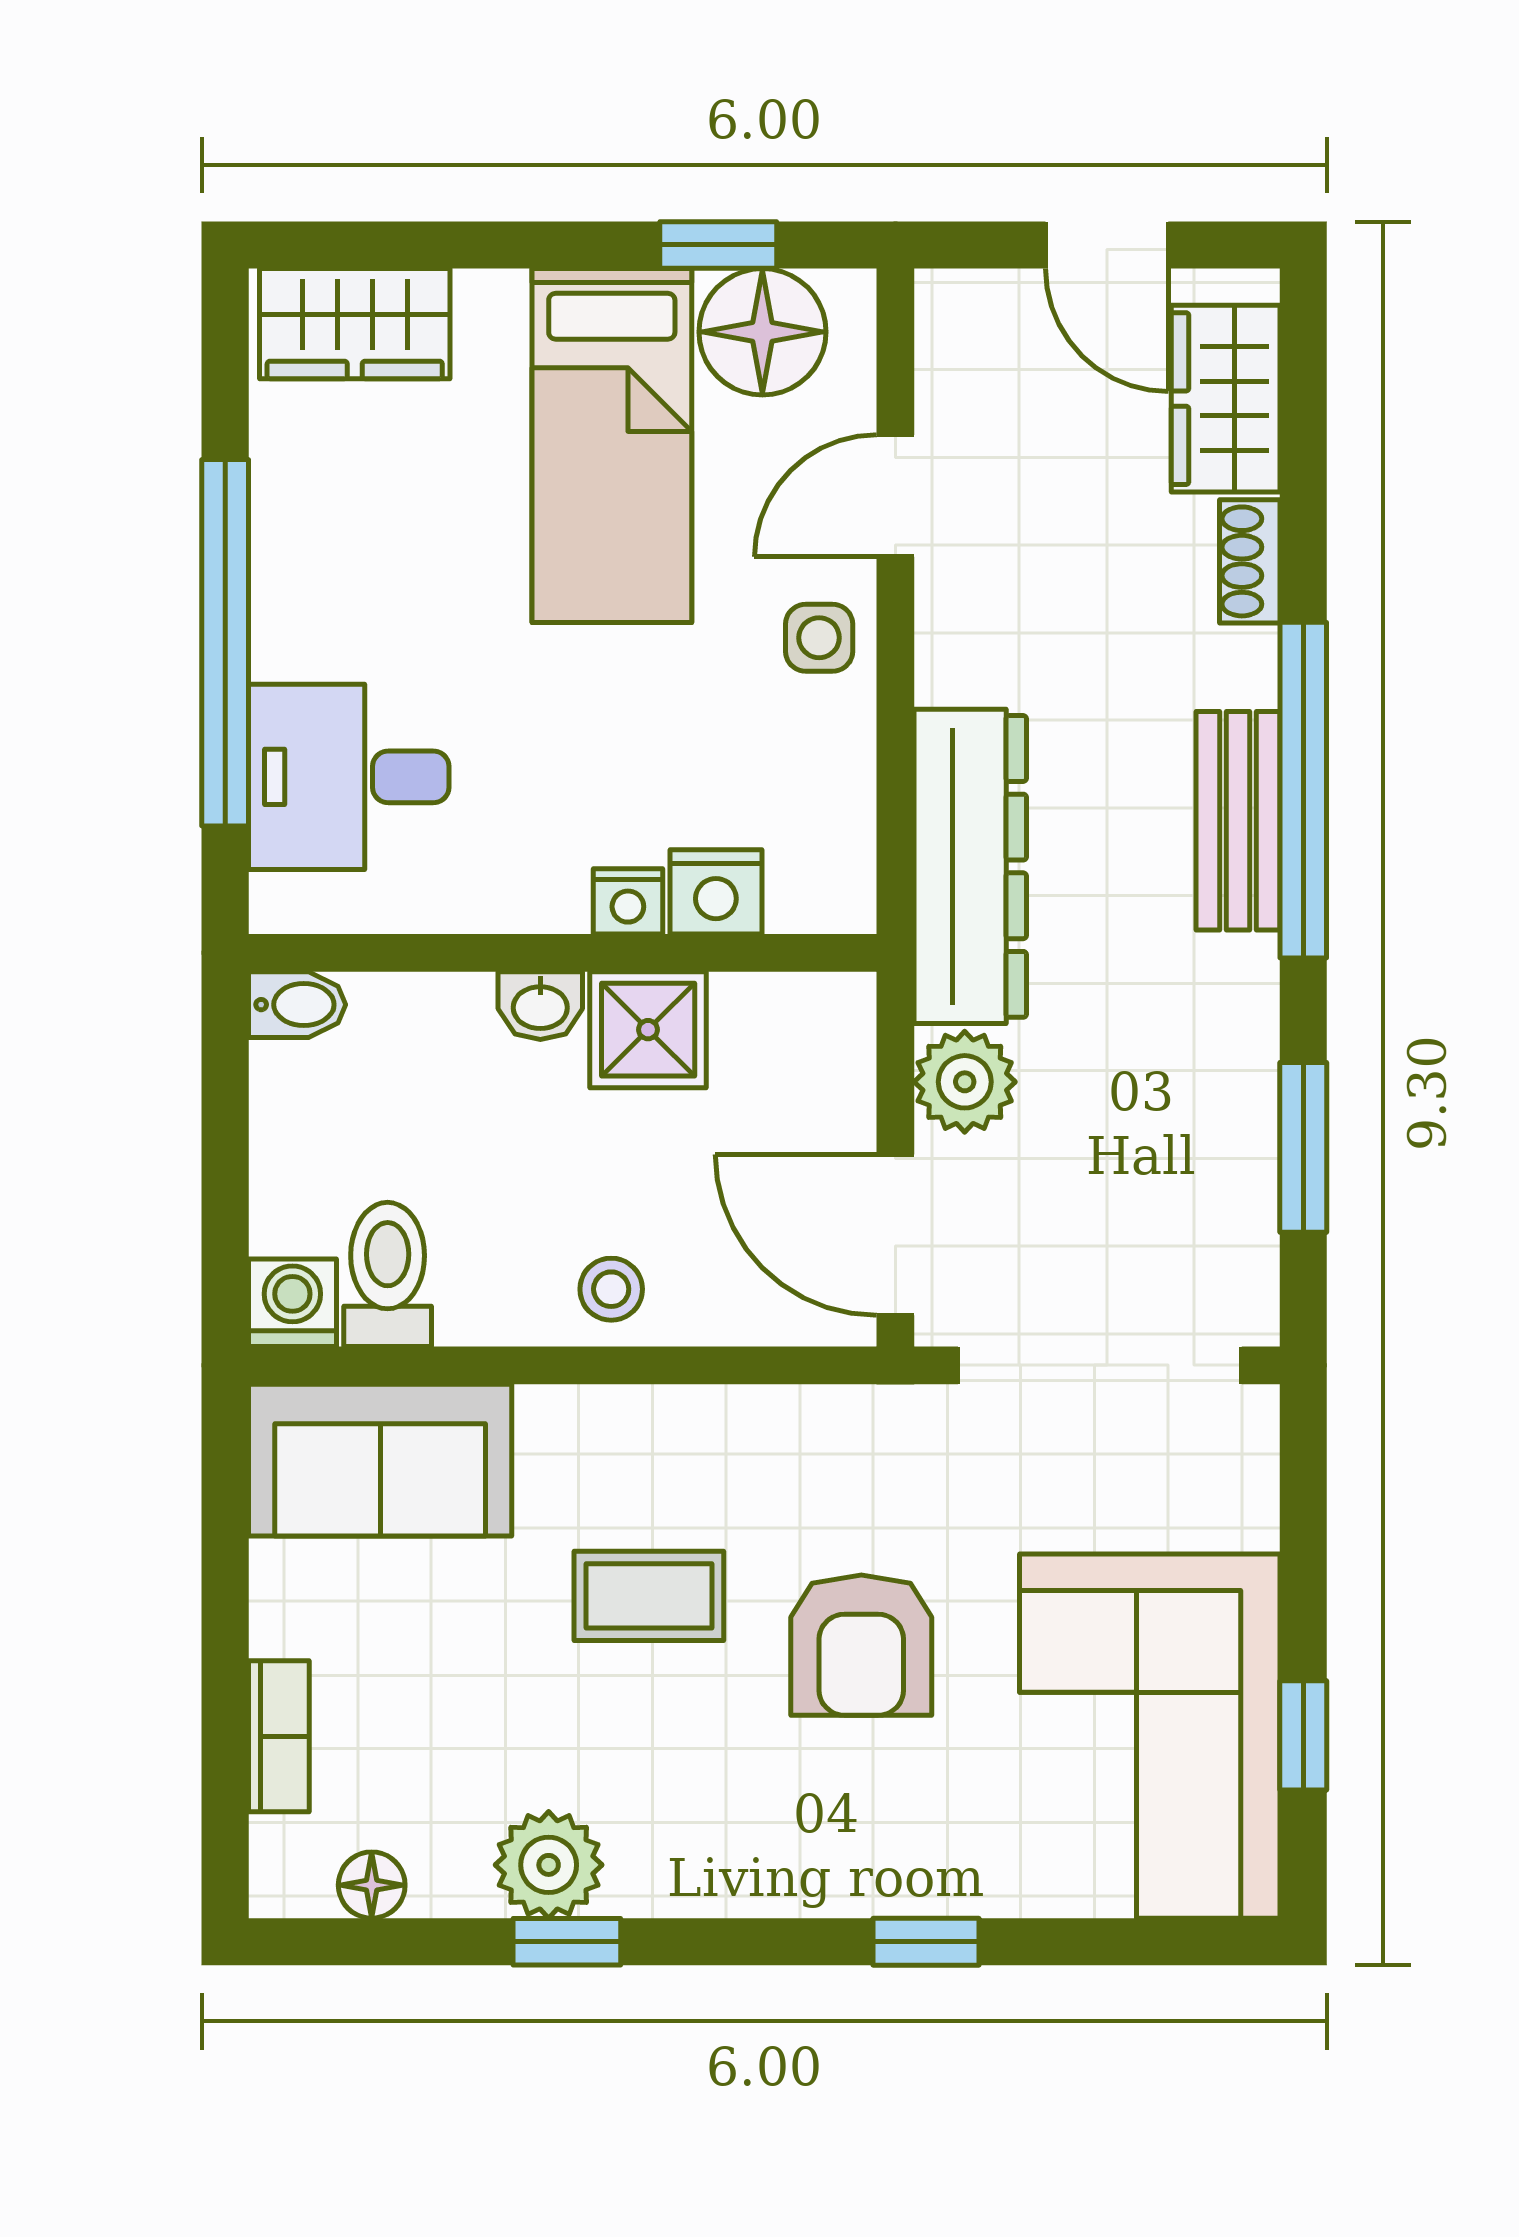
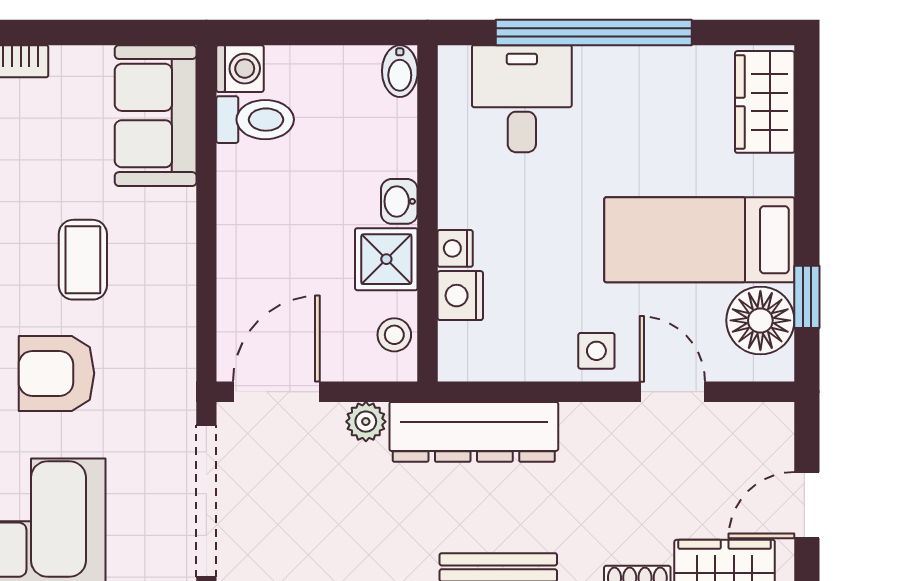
plant: (965, 1082) -> (366, 422), width x0.73, depth x0.73
stool: (611, 1289) -> (394, 335), moved

